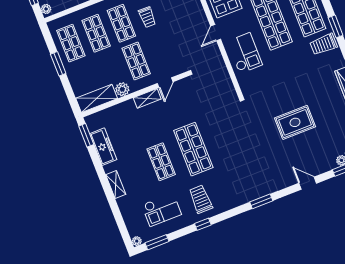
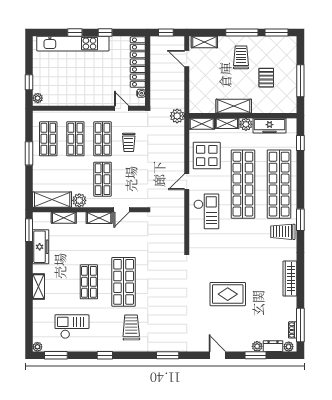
shelving: (114, 111) -> (64, 218), added
trolley: (201, 199) -> (131, 327), moved
checkout: (162, 210) -> (72, 327), turned 180

